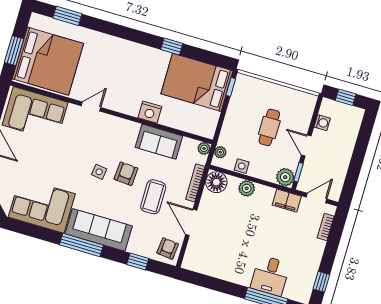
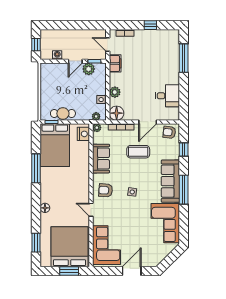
floor lamp: (113, 43) -> (45, 208), added
window: (172, 46) -> (36, 168), width x2.17
nightstand: (150, 112) -> (83, 134), moved
cafe table: (269, 127) -> (63, 113), moved
armchair: (126, 174) -> (106, 190), moved
plant: (285, 177) -> (89, 69), moved
desk: (270, 276) -> (167, 96), moved
window: (321, 282) -> (150, 25), moved

